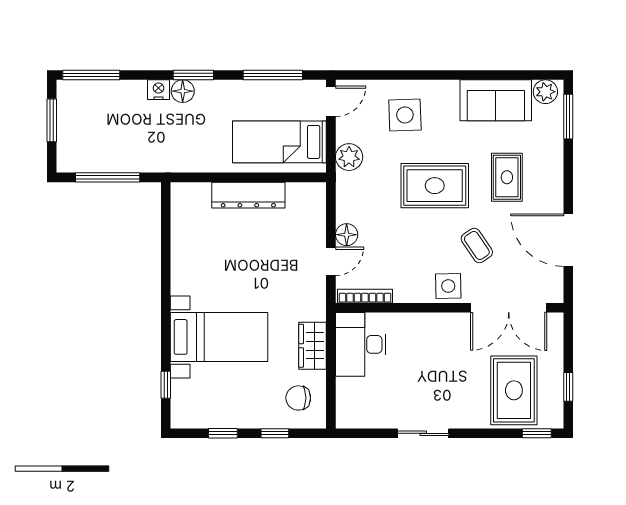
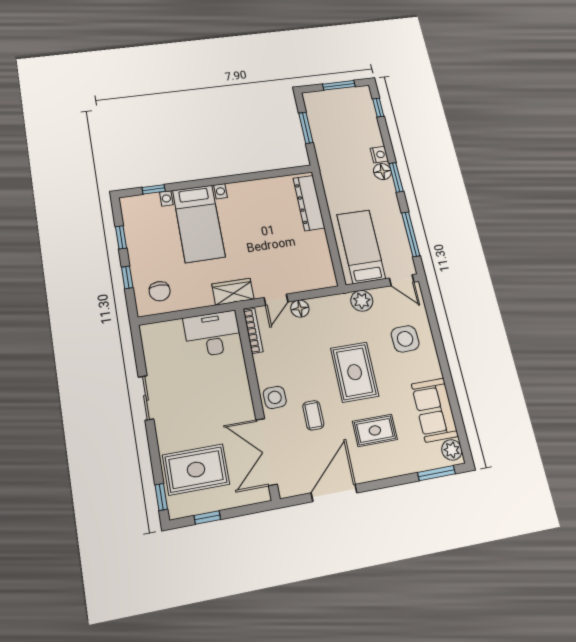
window: (91, 75) -> (378, 108), width x0.46
window: (108, 177) -> (306, 128), width x0.69
dresser: (248, 195) -> (309, 203), moved
coffee table: (477, 245) -> (313, 415), turned -56
door: (331, 261) -> (276, 300), hinge flipped
wardrobe: (313, 346) -> (233, 292), moved
chair: (298, 398) -> (160, 291), turned 180

